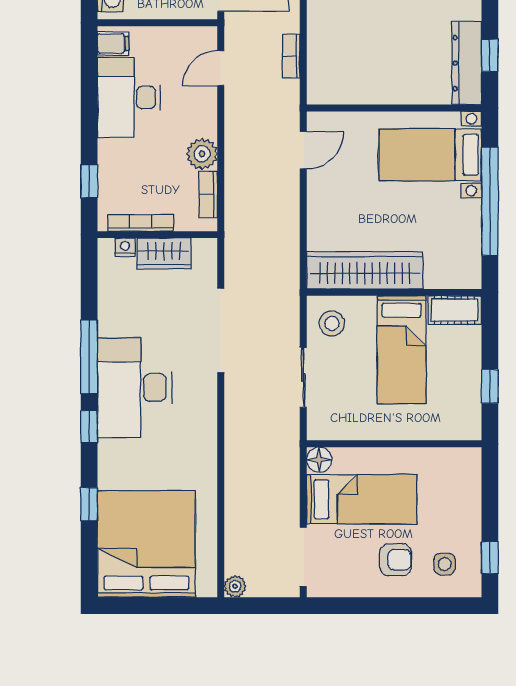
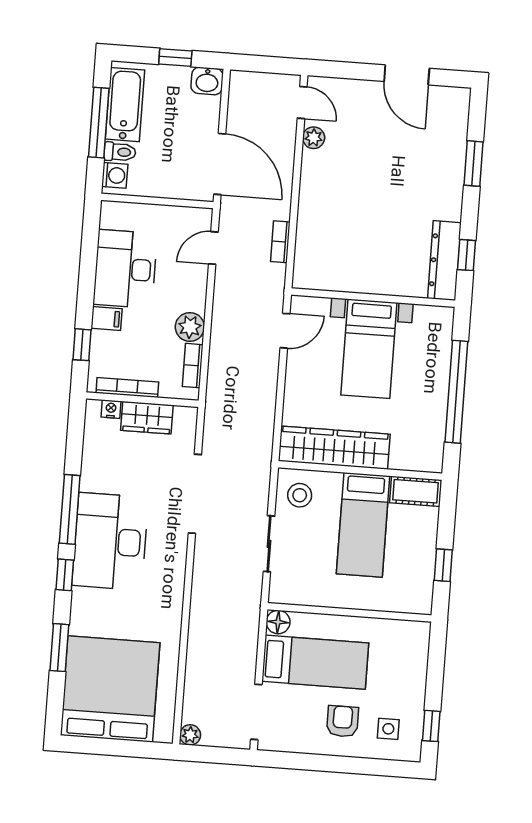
filing cabinet: (113, 43) -> (107, 318), moved
bed with nightstands: (430, 155) -> (369, 349), moved, turned -90
window: (89, 504) -> (59, 648), width x1.50
armchair: (395, 560) -> (343, 721), turned -90

